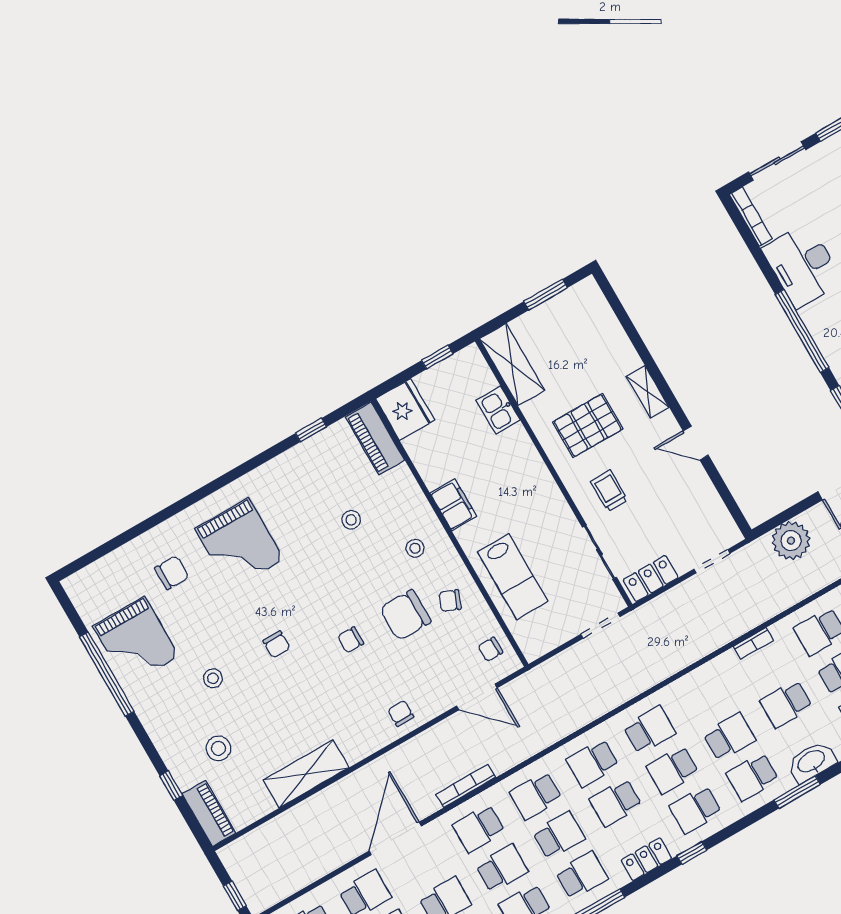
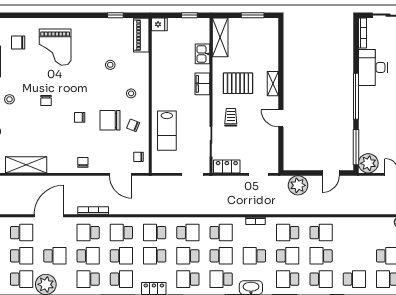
fridge: (405, 409) -> (159, 24), width x0.53, depth x0.75
filing cabinet: (453, 505) -> (202, 84), moved, turned 180
chair: (172, 573) -> (18, 42), turned 180
school desk: (706, 697) -> (221, 233), added

